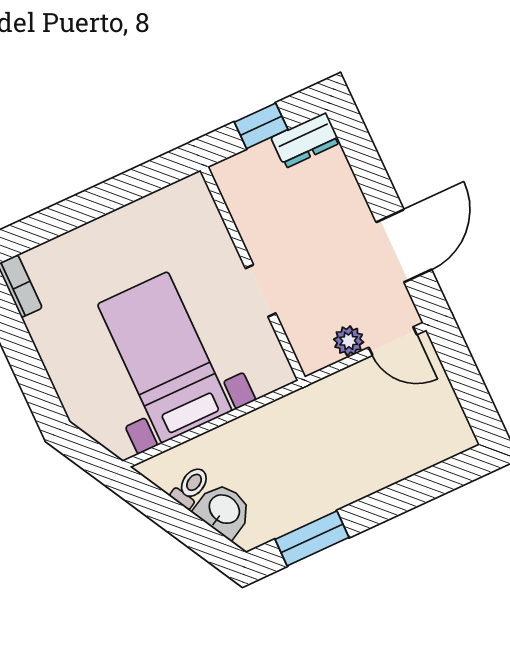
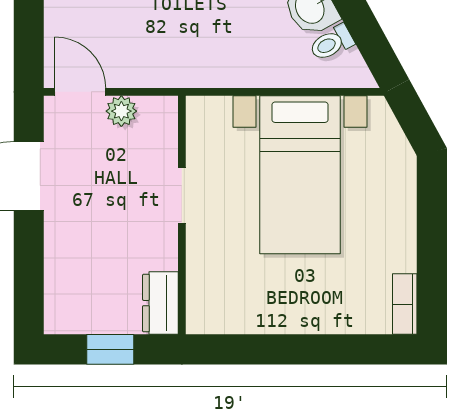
dresser: (305, 140) -> (160, 303), moved, turned -90

